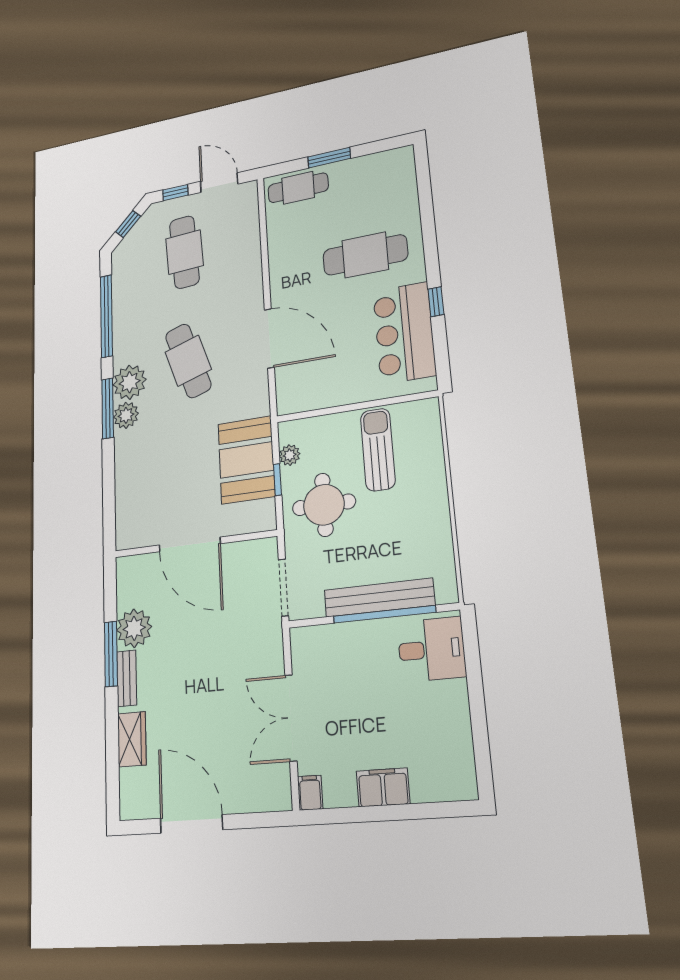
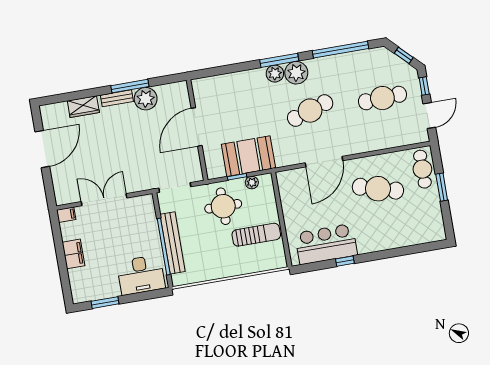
cafe table: (365, 255) -> (378, 189), moved, turned -74
desk: (431, 649) -> (141, 275), width x1.37
window: (480, 735) -> (105, 303), added

